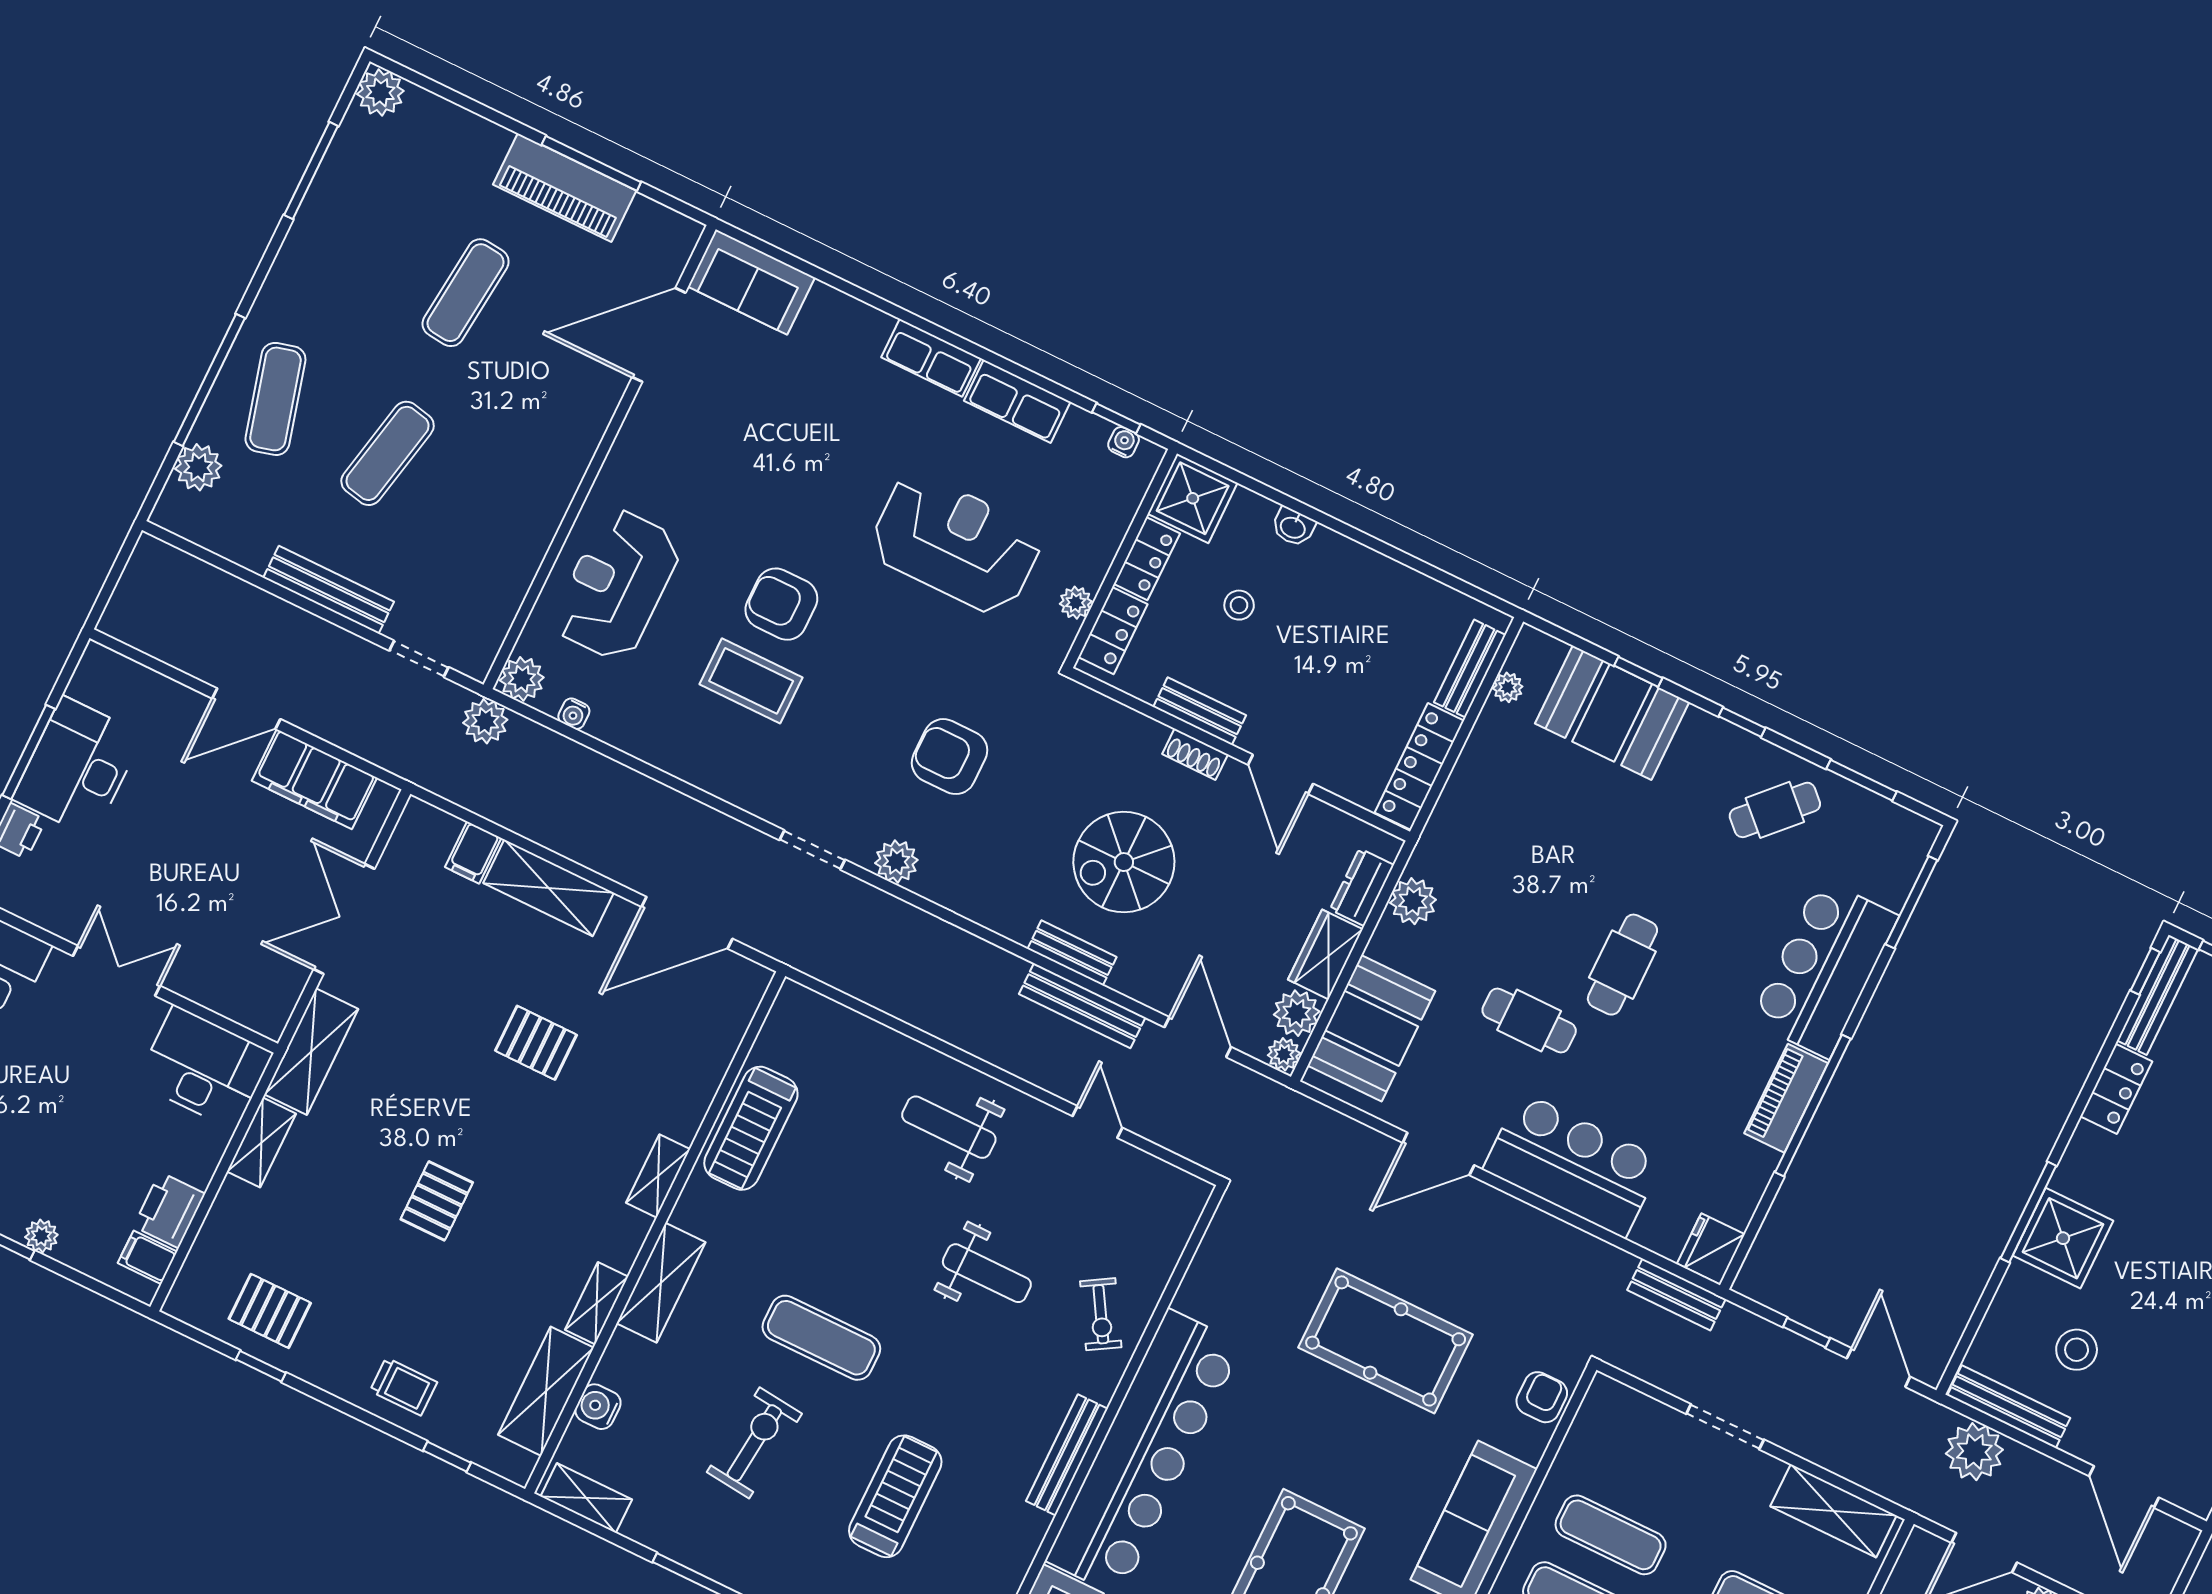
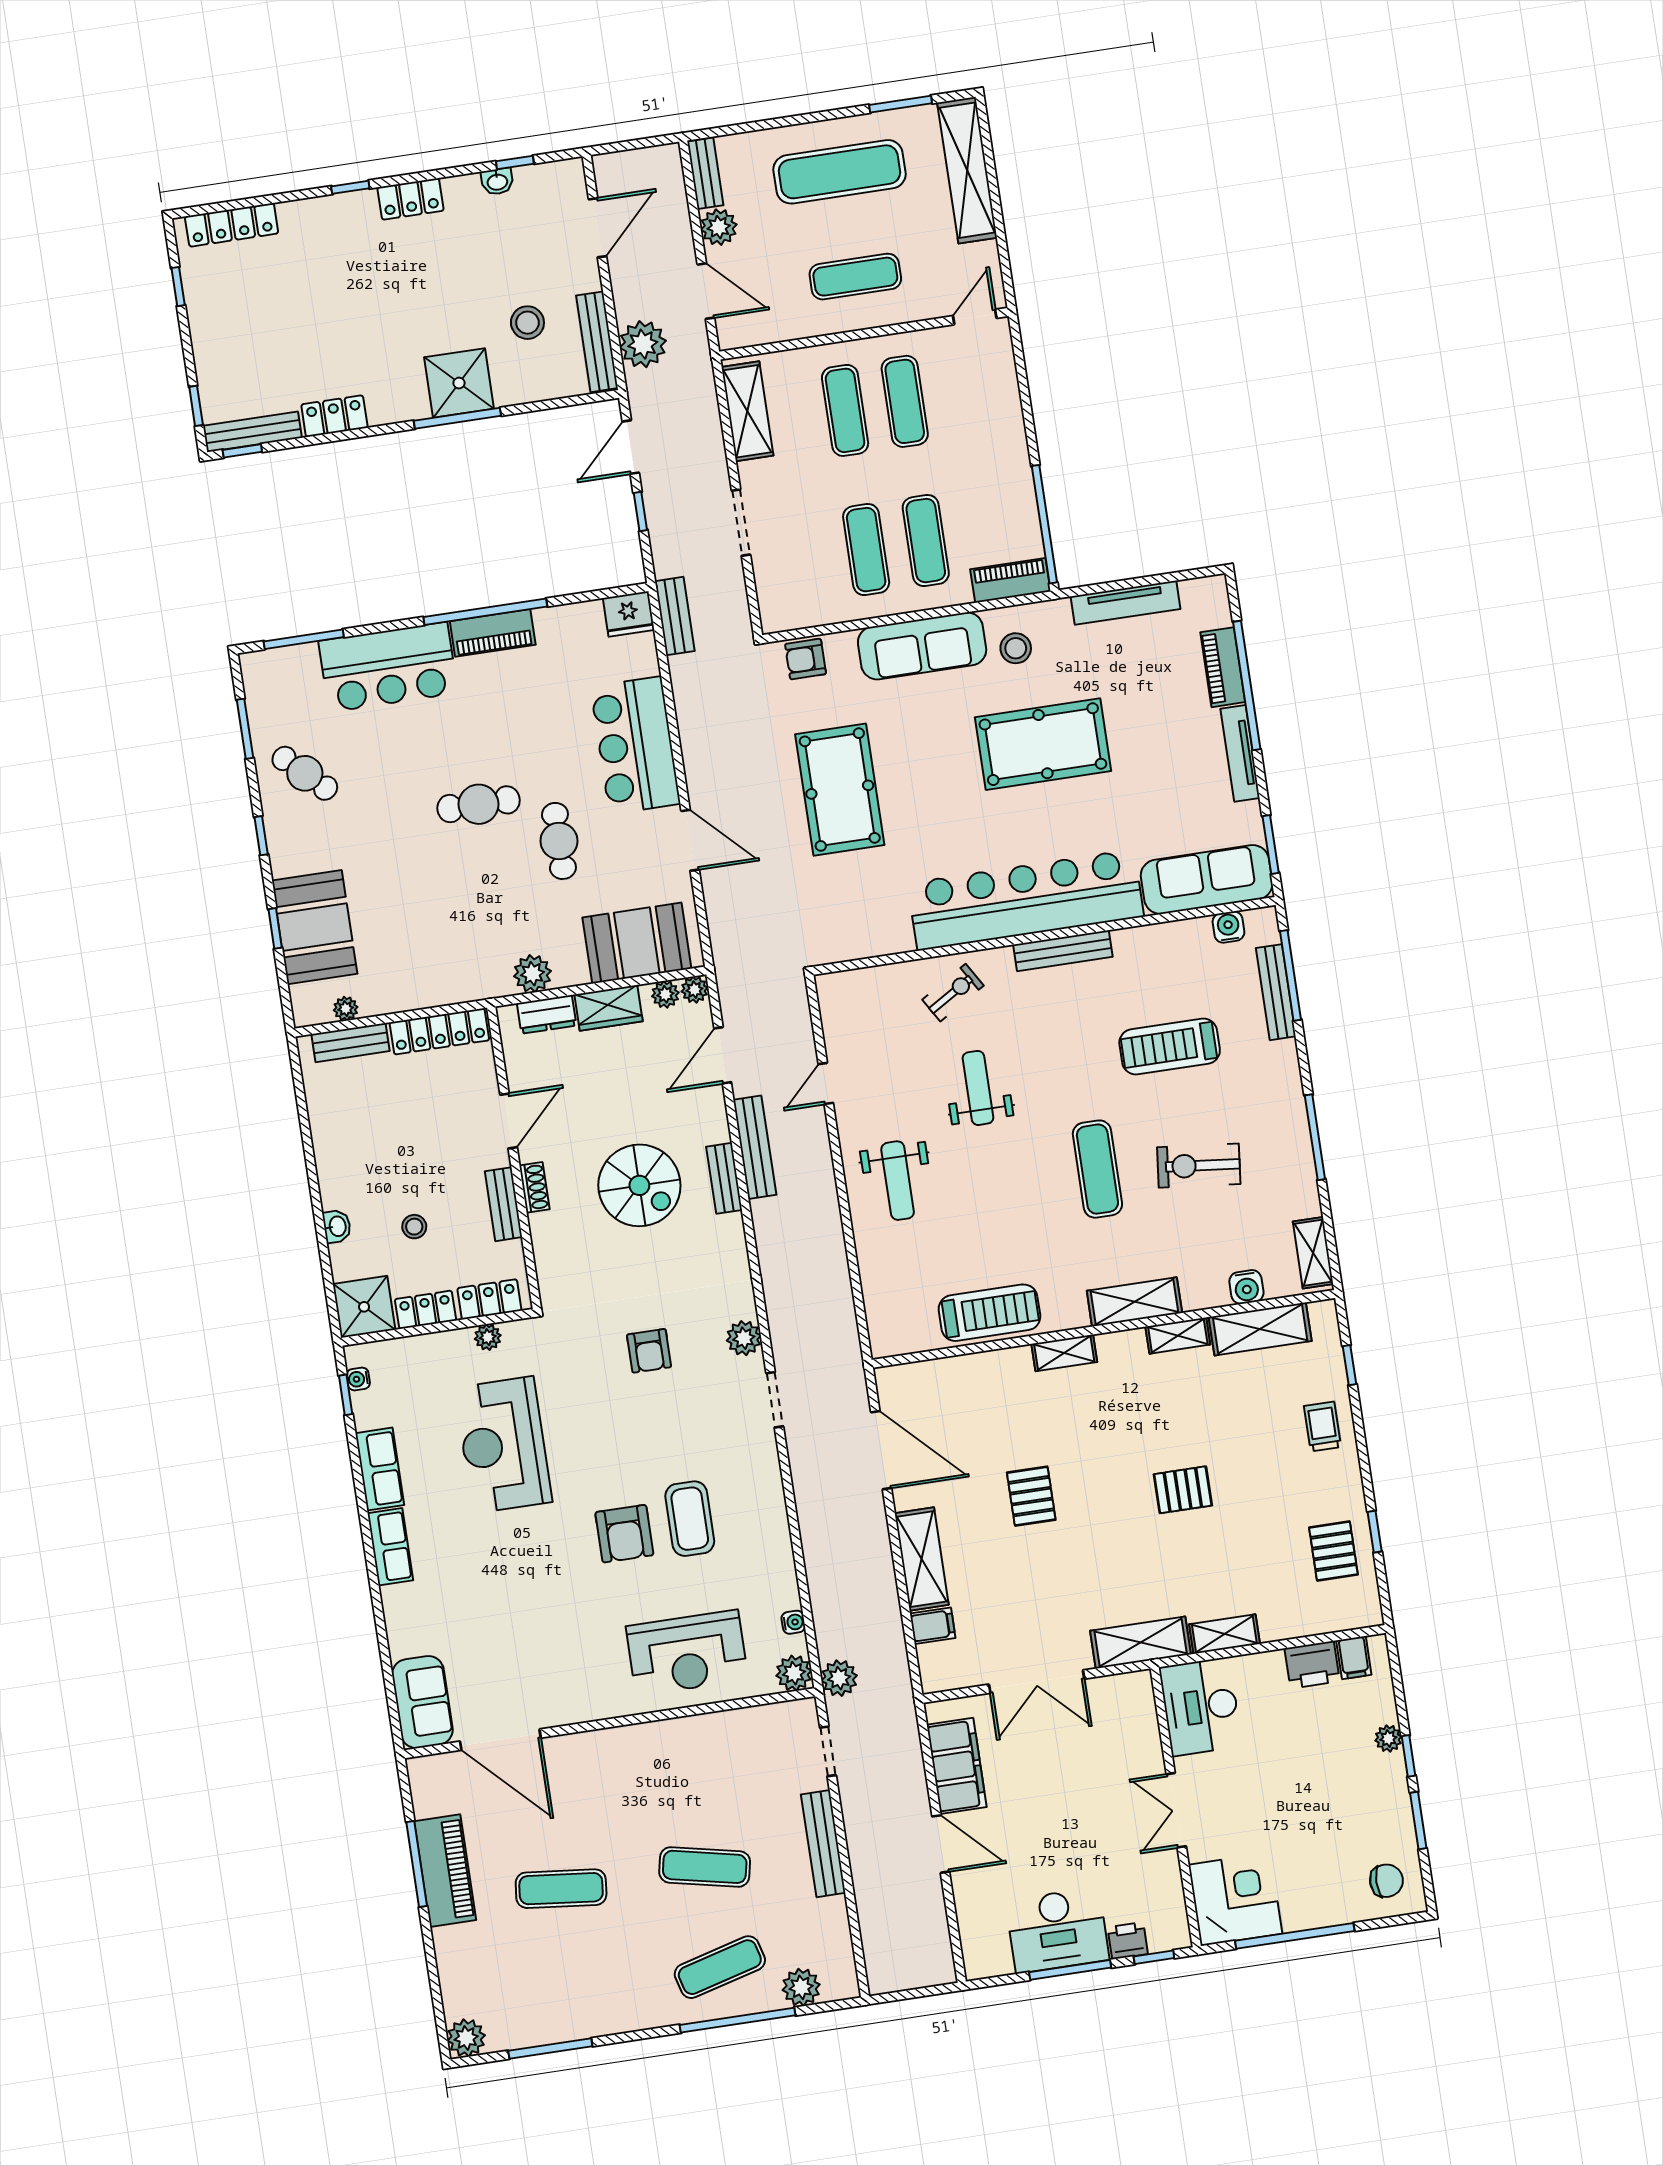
armchair: (950, 757) -> (649, 1351), width x0.72, depth x0.72
plant: (1297, 1013) -> (665, 994), width x0.73, depth x0.73

